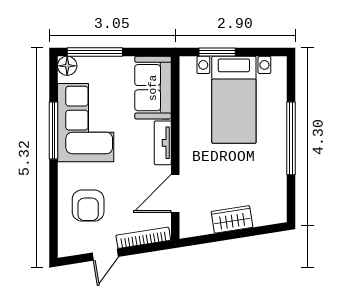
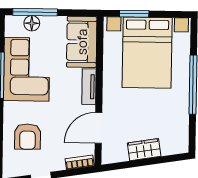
floor lamp: (67, 66) -> (32, 23), moved
bed with nightstands: (234, 100) -> (147, 53), width x1.36
bookcase: (143, 238) -> (80, 162), width x0.64

